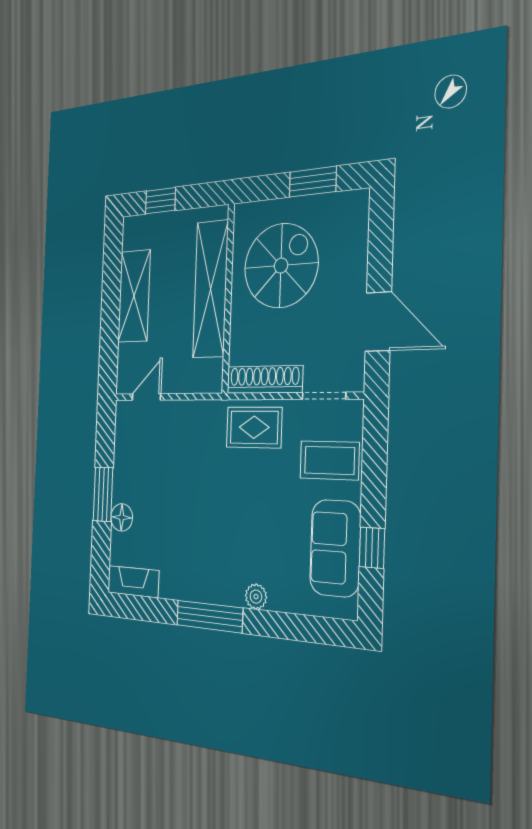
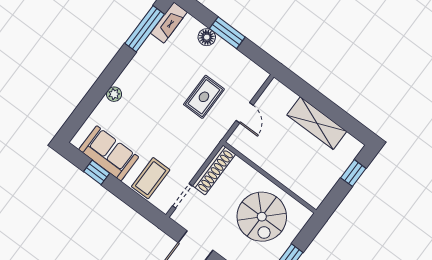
shelving: (211, 289) -> (283, 171), removed
door: (146, 397) -> (245, 113), moved
rug: (254, 427) -> (204, 97), moved
window: (209, 617) -> (145, 29), moved

